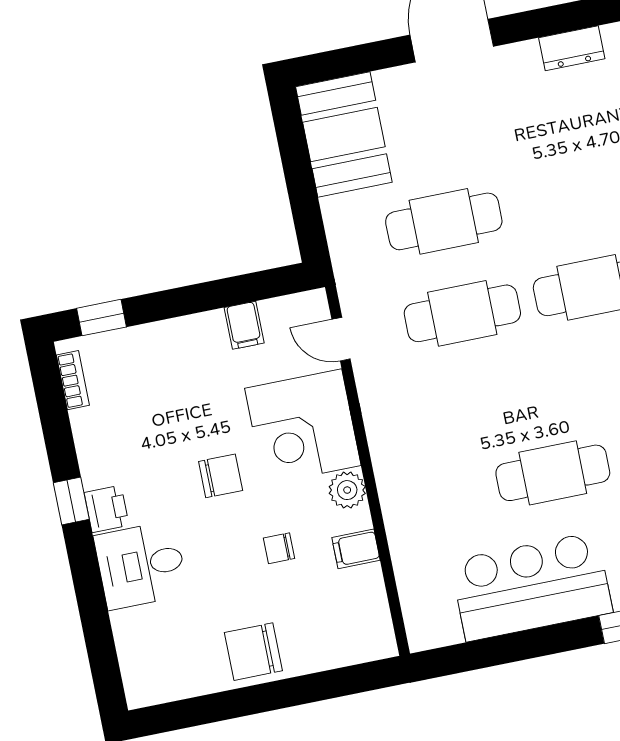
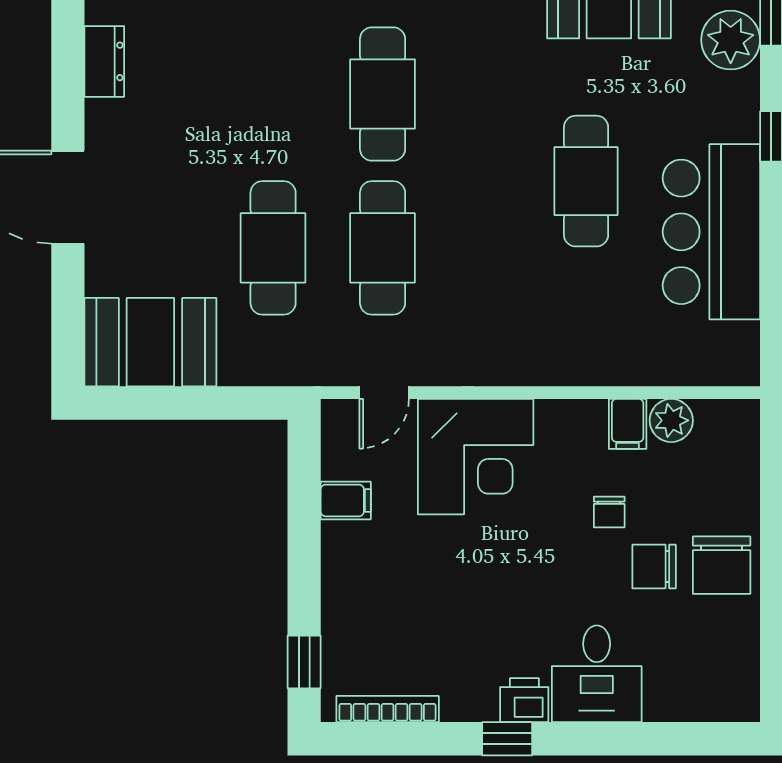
bookcase: (73, 380) -> (388, 709), width x1.56
chair: (221, 476) -> (654, 567), moved, turned -90
plant: (347, 490) -> (671, 420), moved

